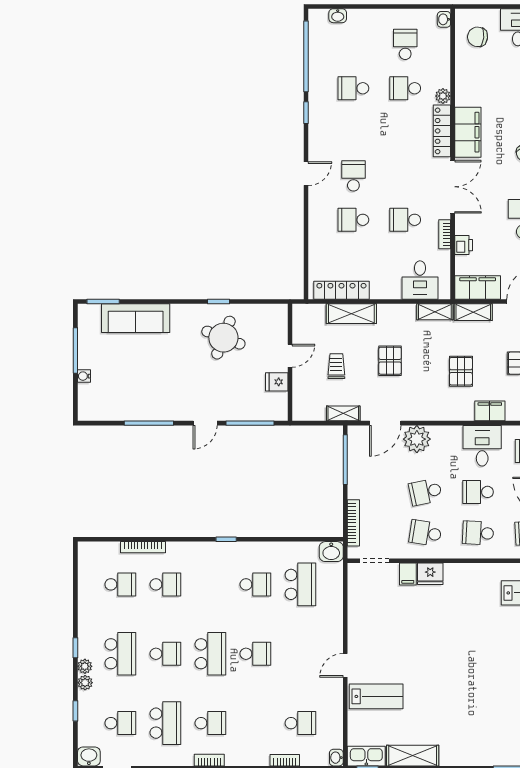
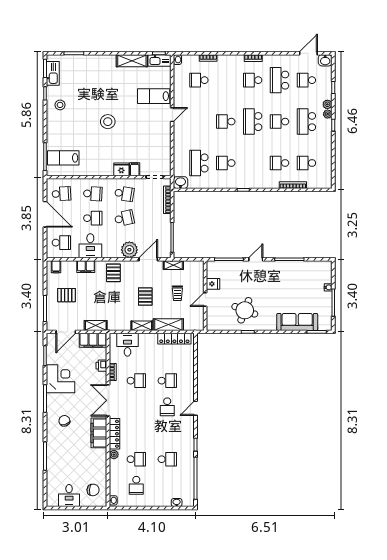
shelving: (435, 312) -> (142, 326), moved
pallet: (461, 371) -> (113, 273), moved
stool: (453, 654) -> (108, 122), added

